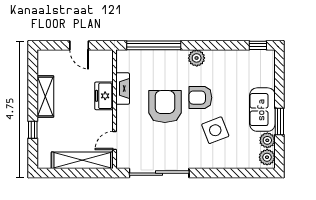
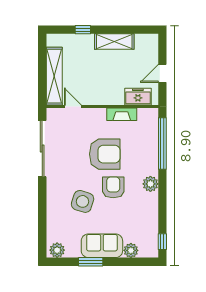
freezer: (104, 96) -> (138, 97), moved
side table: (215, 130) -> (83, 201), turned 38
plant: (267, 140) -> (131, 250), moved

